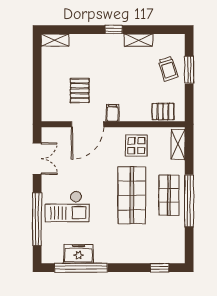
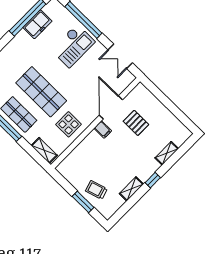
shelving: (55, 40) -> (167, 153), moved
pallet: (163, 112) -> (73, 161), removed
checkout: (67, 207) -> (73, 46), turned 180

